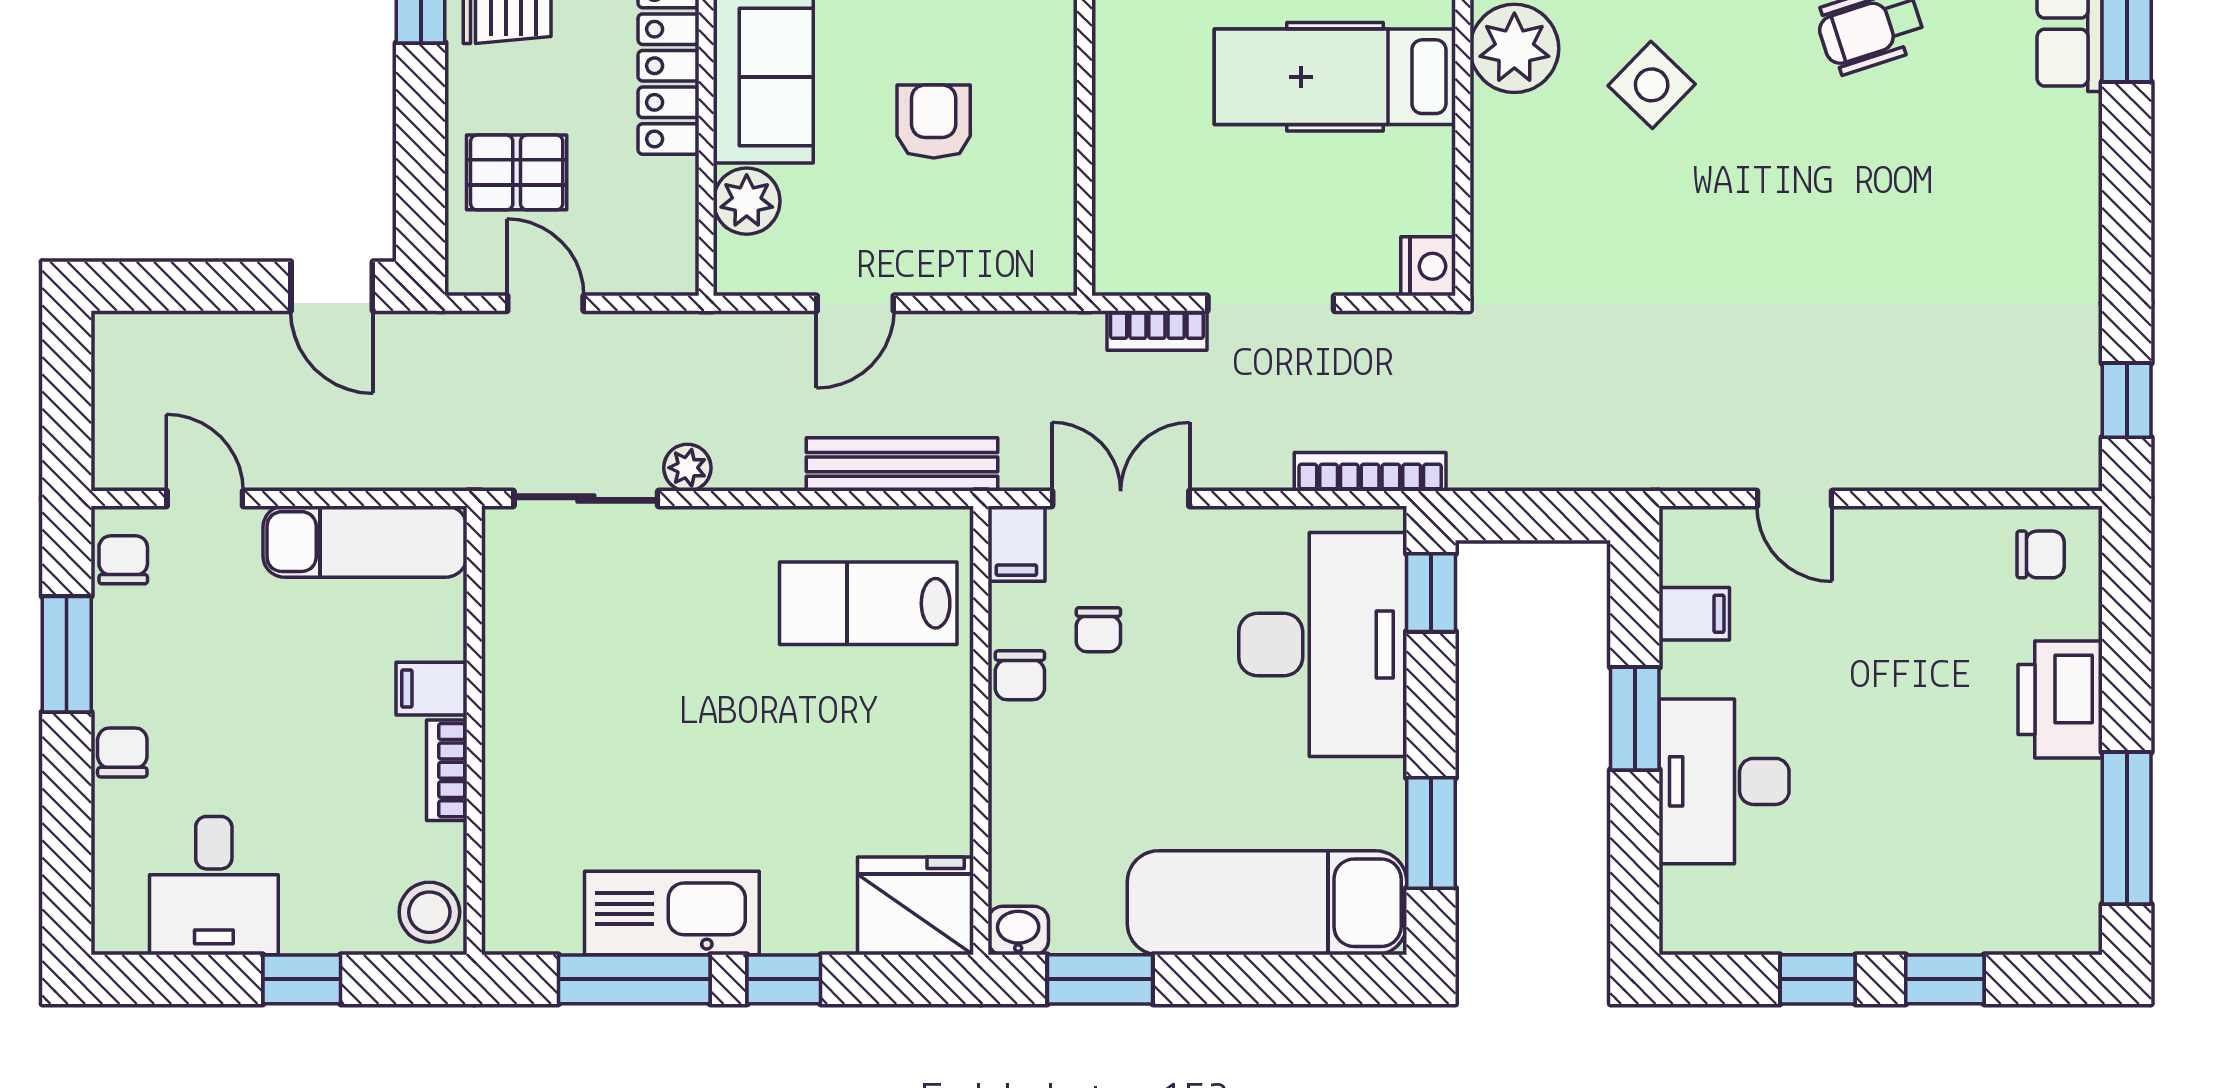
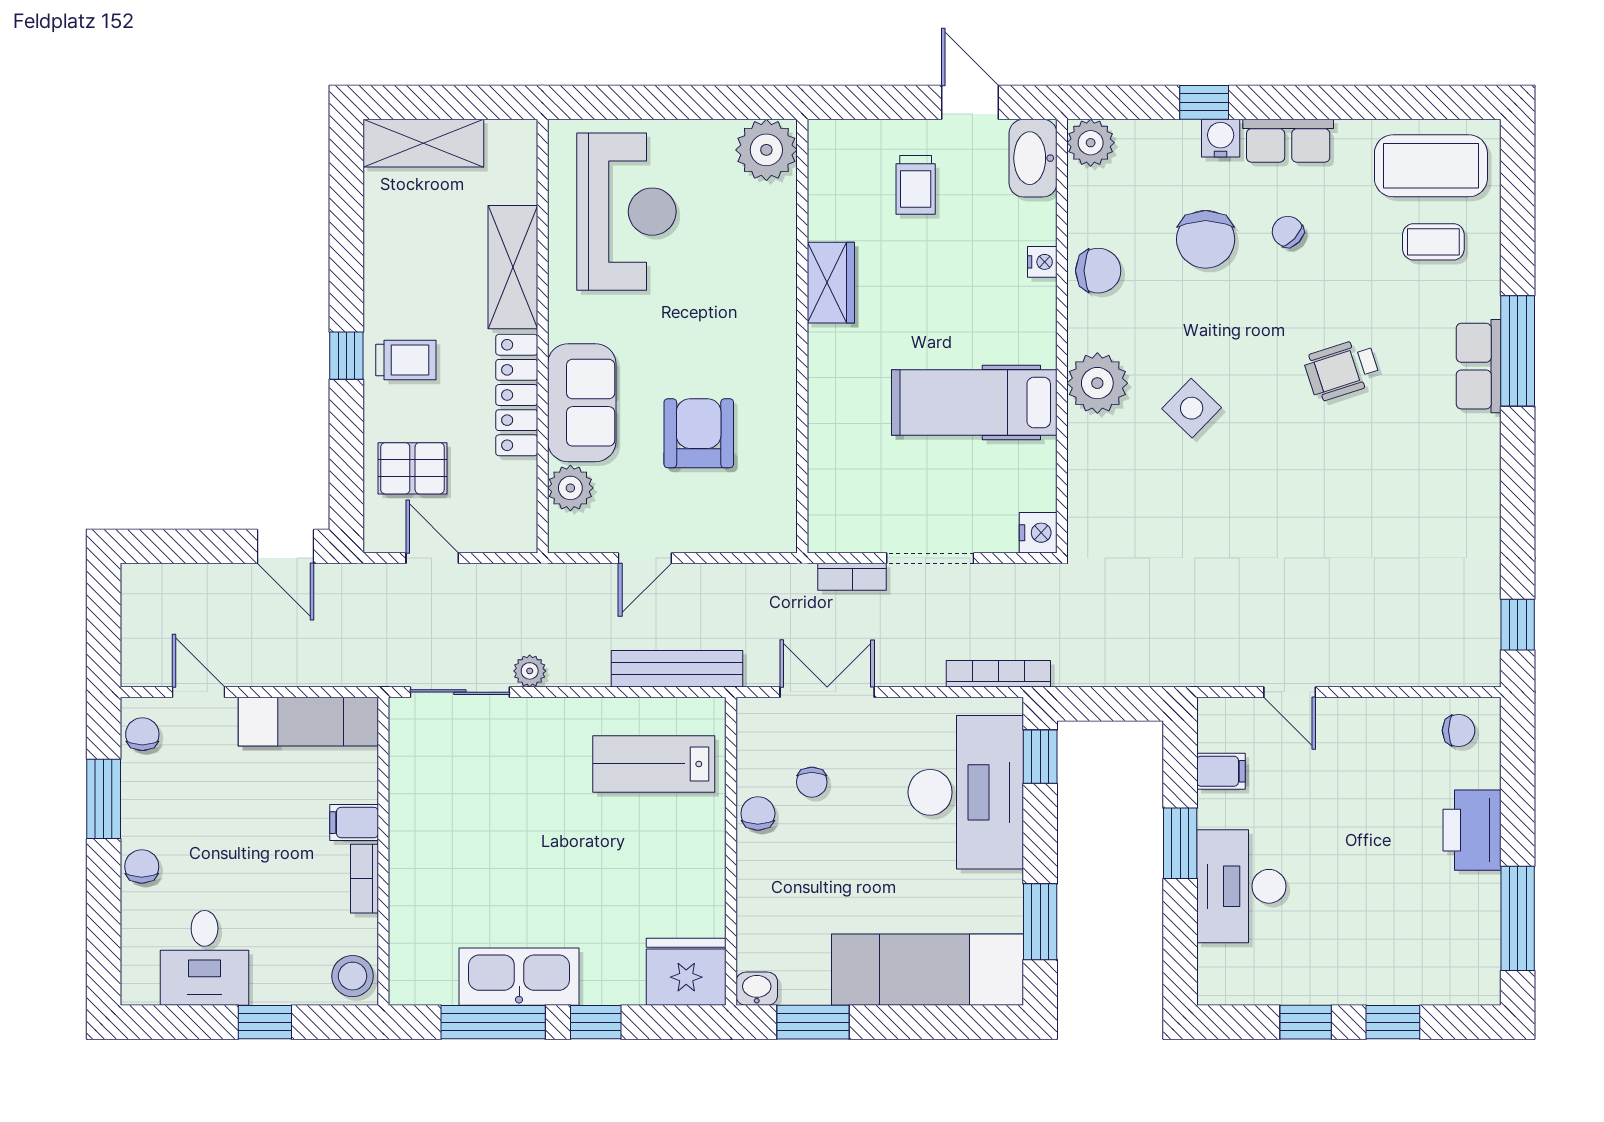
armchair: (934, 122) -> (699, 433), width x1.38, depth x1.38
filing cabinet: (1016, 544) -> (756, 723), removed
chair: (1020, 675) -> (758, 813), turned 180

